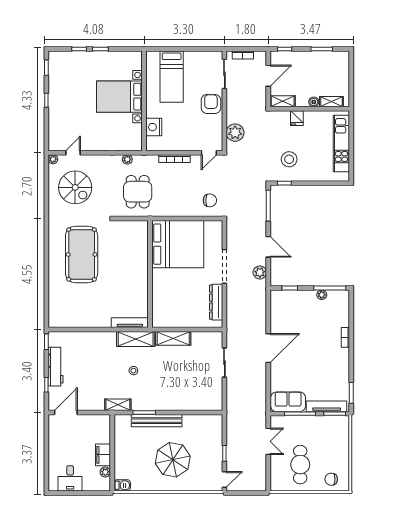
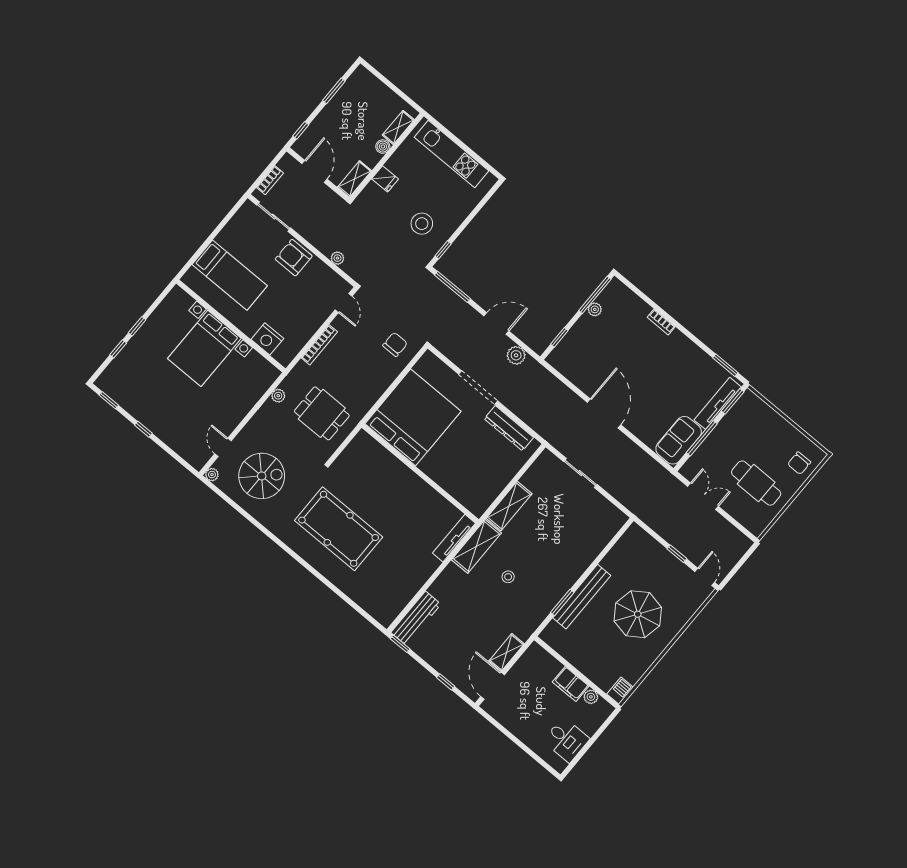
plant: (235, 133) -> (337, 258), width x0.53, depth x0.53
workbench: (56, 367) -> (416, 618), moved, turned 90
shelving: (118, 405) -> (507, 652), moved

